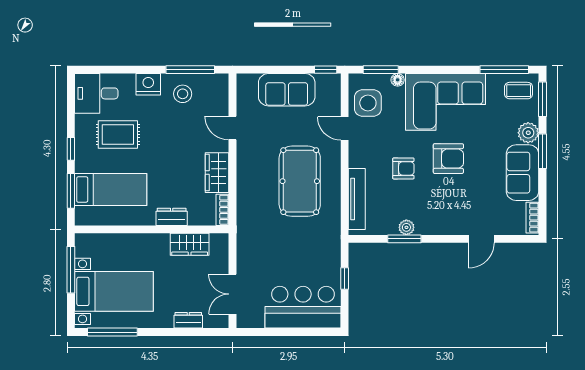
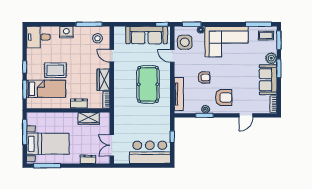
sofa: (287, 90) -> (147, 35), width x1.36
stool: (183, 94) -> (97, 38), moved
rug: (118, 134) -> (55, 70), moved
armchair: (448, 159) -> (224, 97), moved

